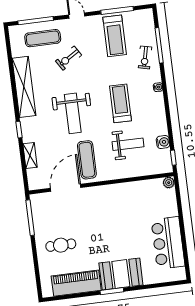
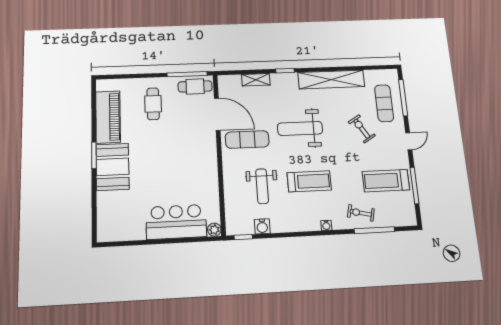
cafe table: (41, 210) -> (195, 86), added
bar counter: (168, 243) -> (176, 222), moved

